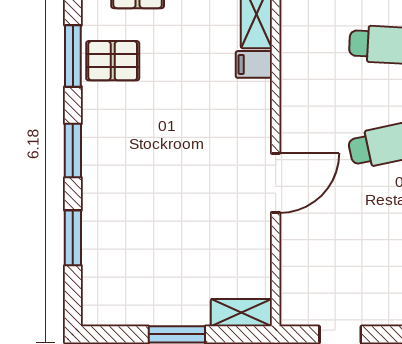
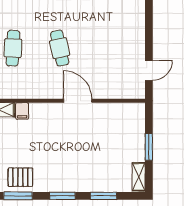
pallet: (113, 61) -> (20, 177), turned 90
shelving: (241, 313) -> (139, 177), moved

